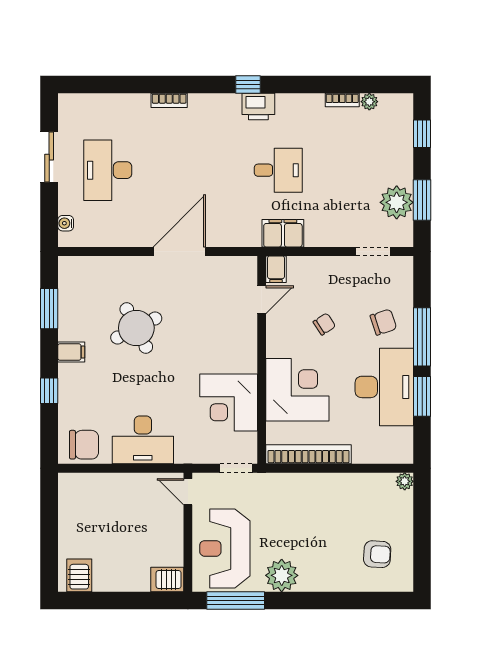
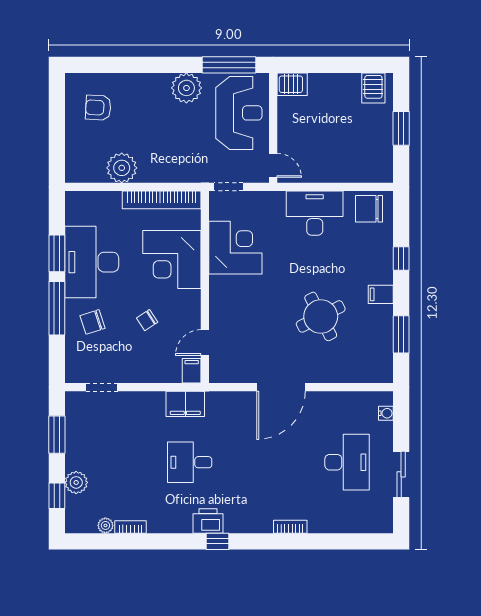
plant: (397, 202) -> (76, 482), moved, width x0.73, depth x0.73
plant: (405, 481) -> (122, 168), moved, width x1.87, depth x1.87
window: (49, 532) -> (401, 128), added

